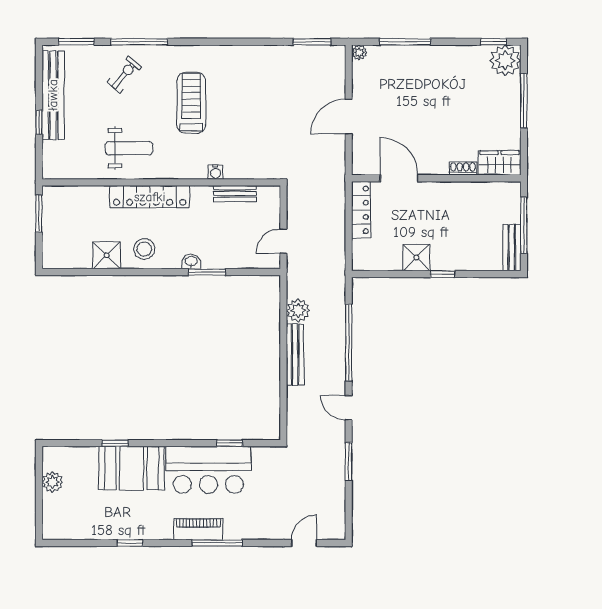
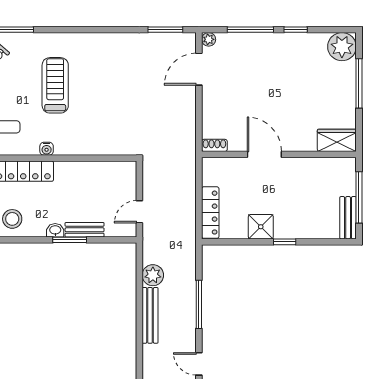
window: (493, 42) -> (296, 30), moved
door: (349, 117) -> (199, 69), moved
shoe rack: (463, 168) -> (214, 145), moved
water cooler: (215, 172) -> (47, 149), moved
door: (399, 178) -> (264, 154), moved
bench: (235, 194) -> (85, 230), moved
locker: (361, 210) -> (210, 213), moved
window: (349, 343) -> (199, 304), width x0.68

